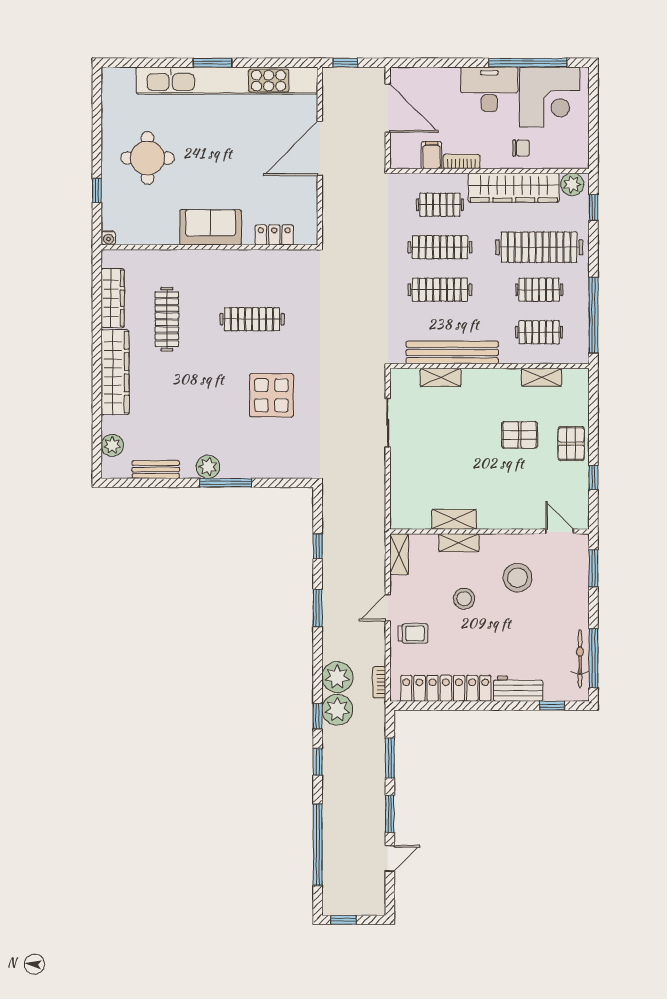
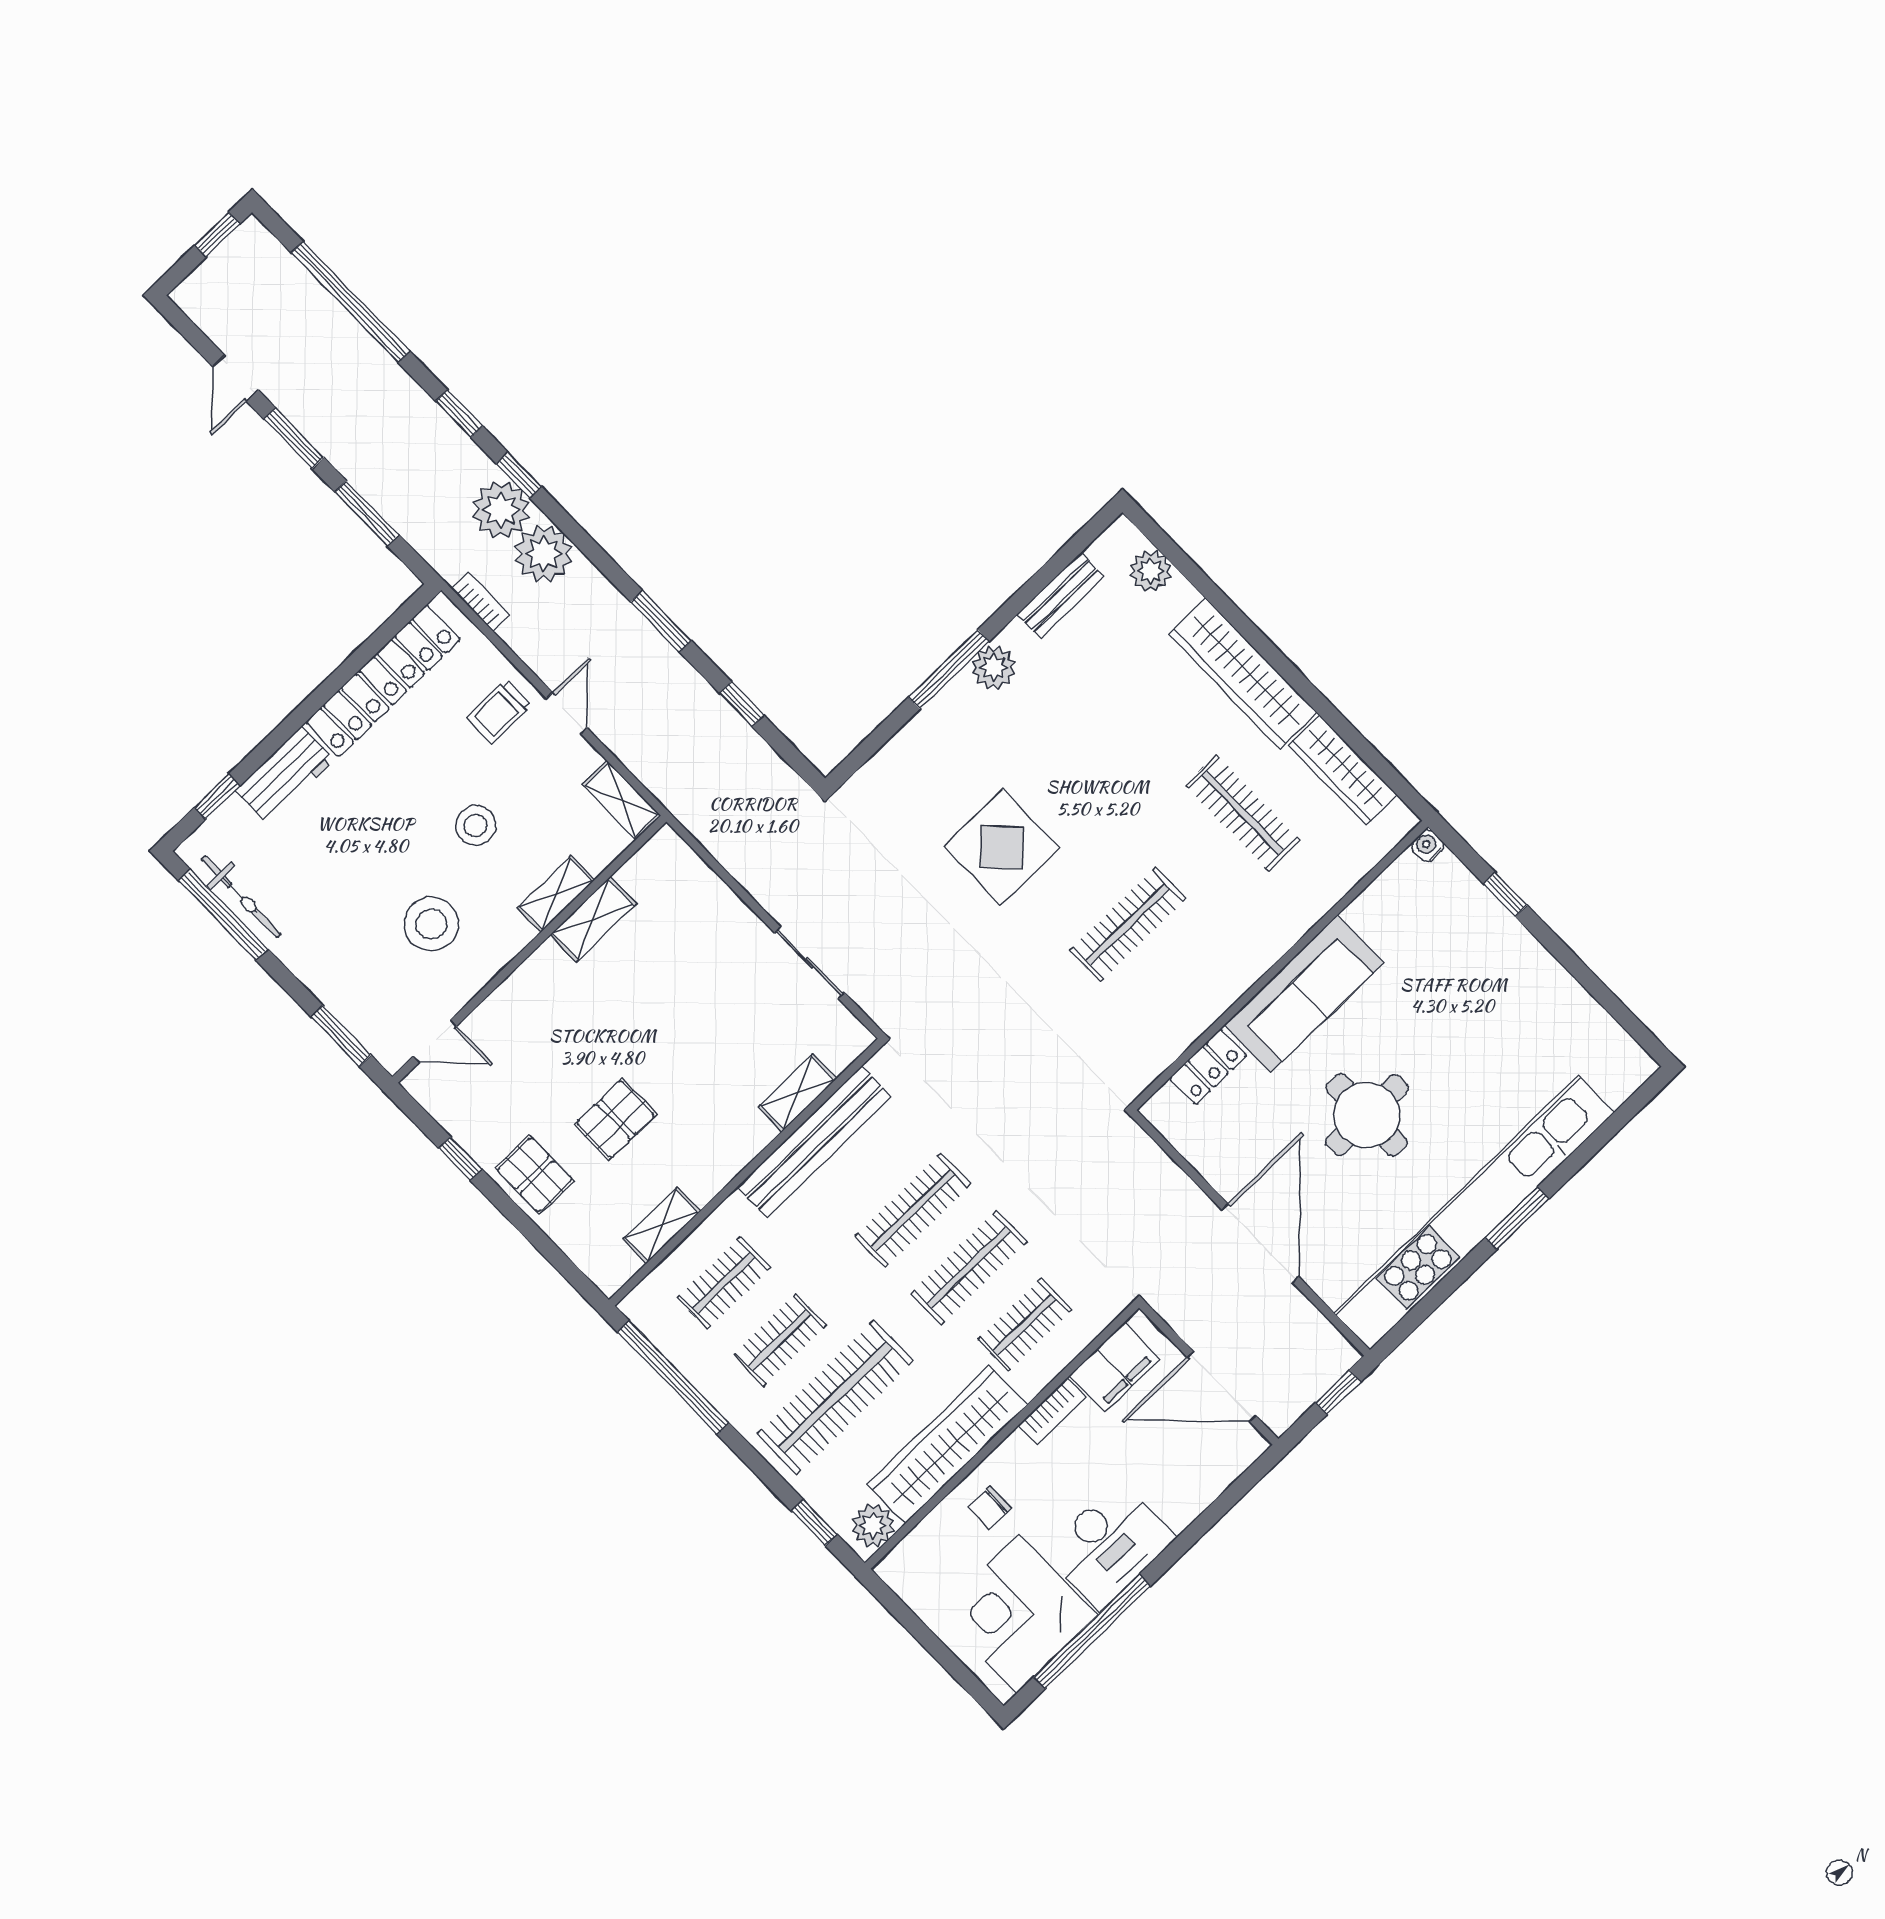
filing cabinet: (432, 155) -> (1115, 1367), width x2.00
round table: (147, 158) -> (1367, 1115), moved
sofa: (211, 227) -> (1304, 994), width x1.36

